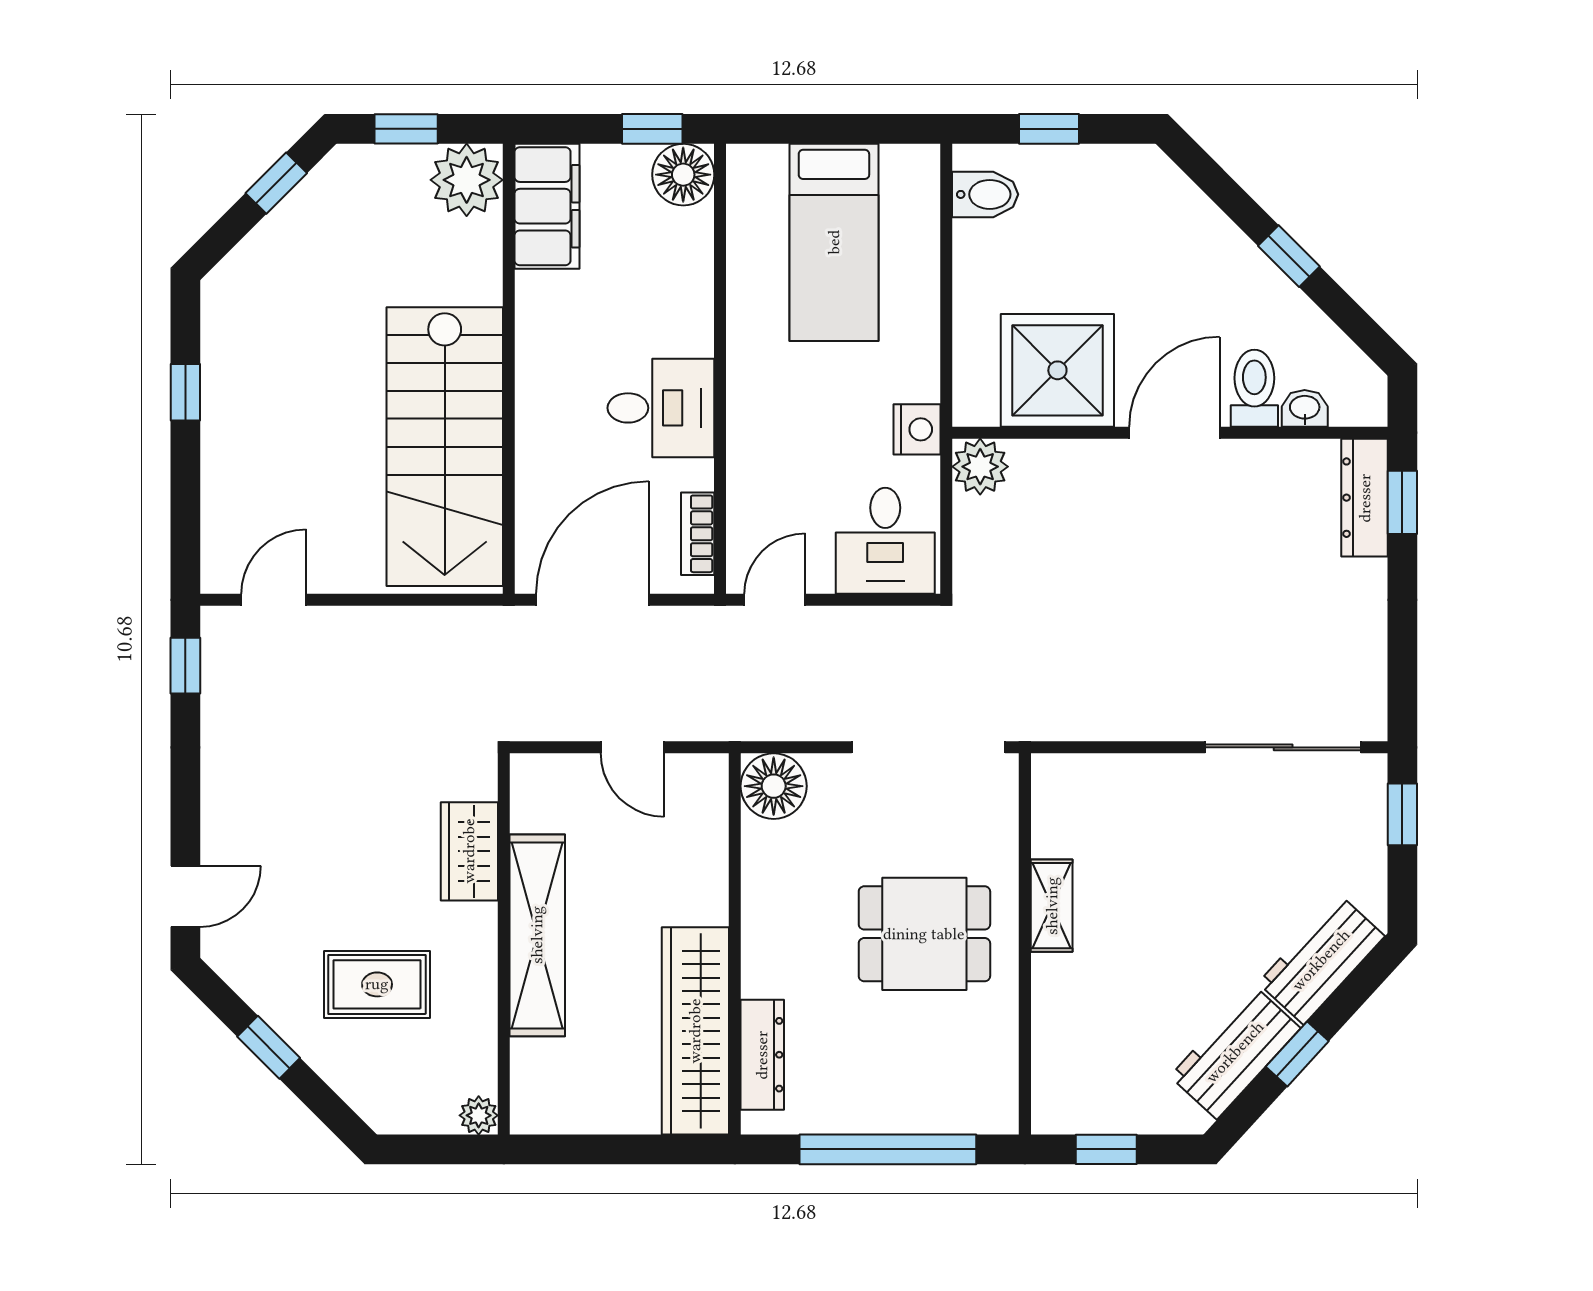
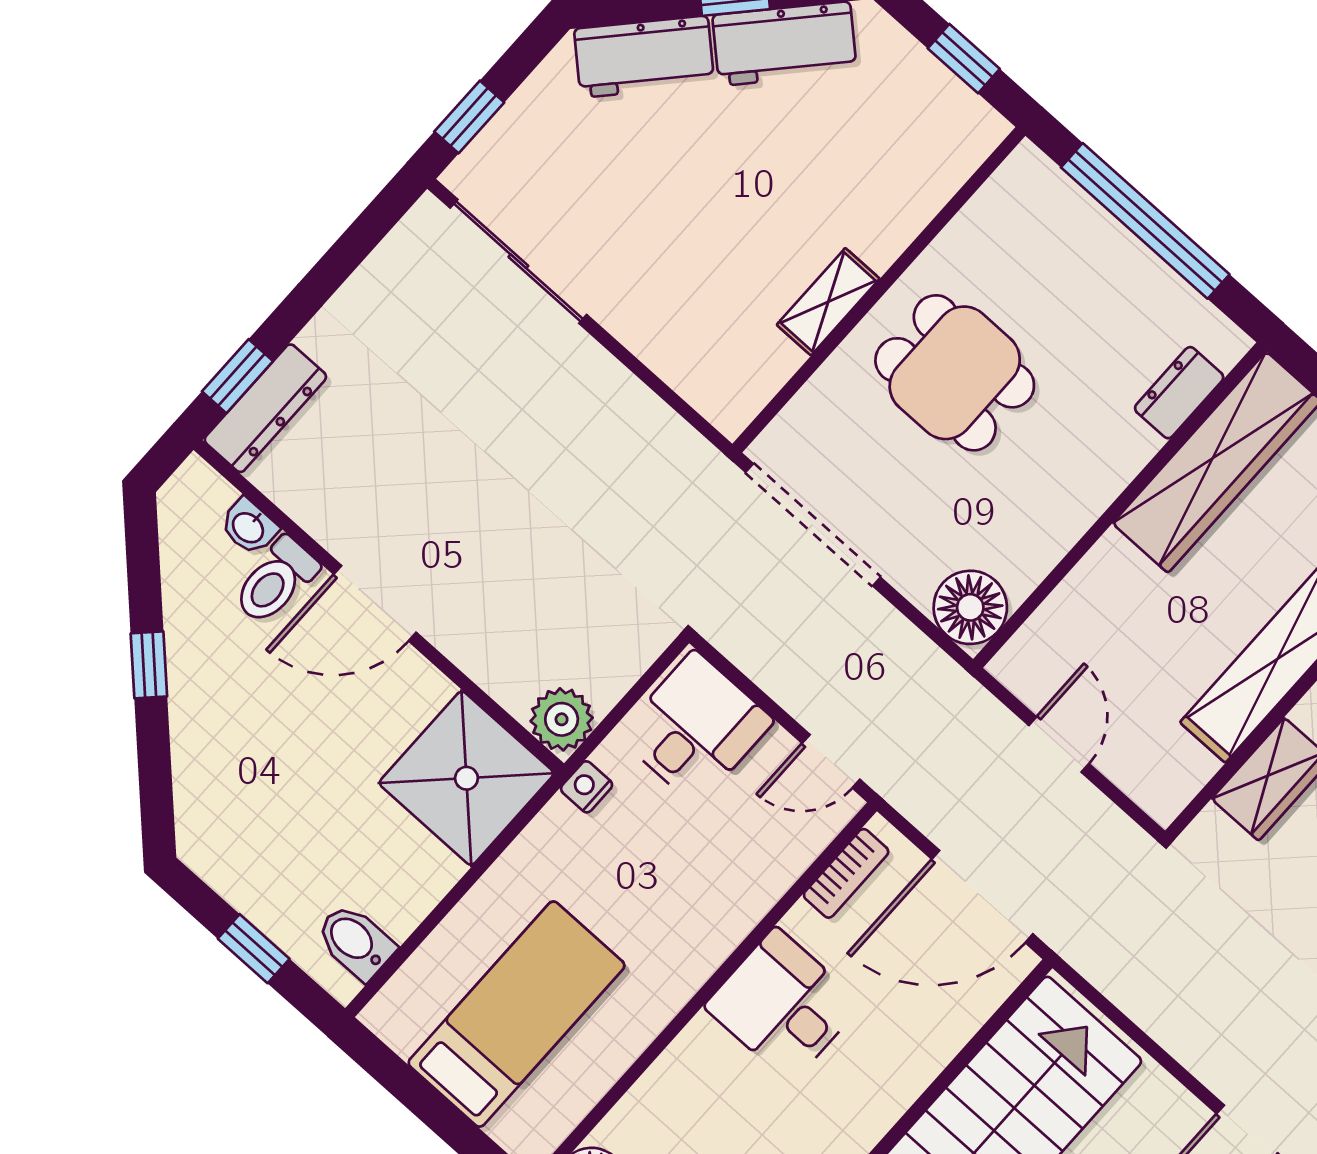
shower: (1057, 370) -> (466, 778), moved
nightstand: (917, 429) -> (587, 787), width x0.72, depth x0.74
dresser: (762, 1055) -> (1179, 393), width x0.70

